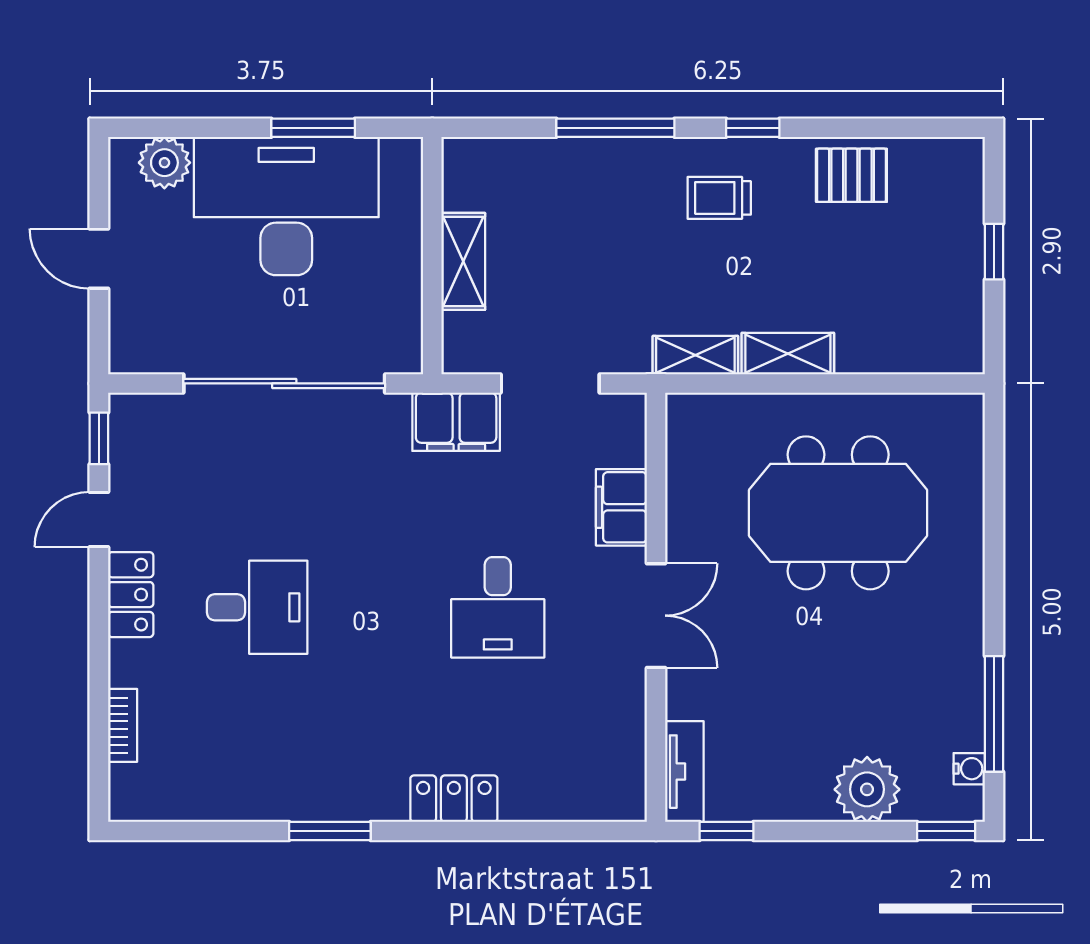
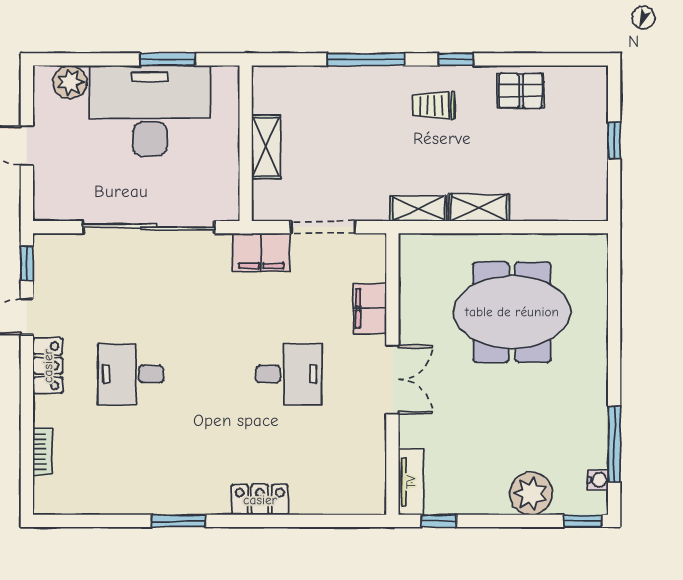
desk: (257, 607) -> (131, 374), turned 180
desk: (498, 607) -> (289, 374), turned -90

